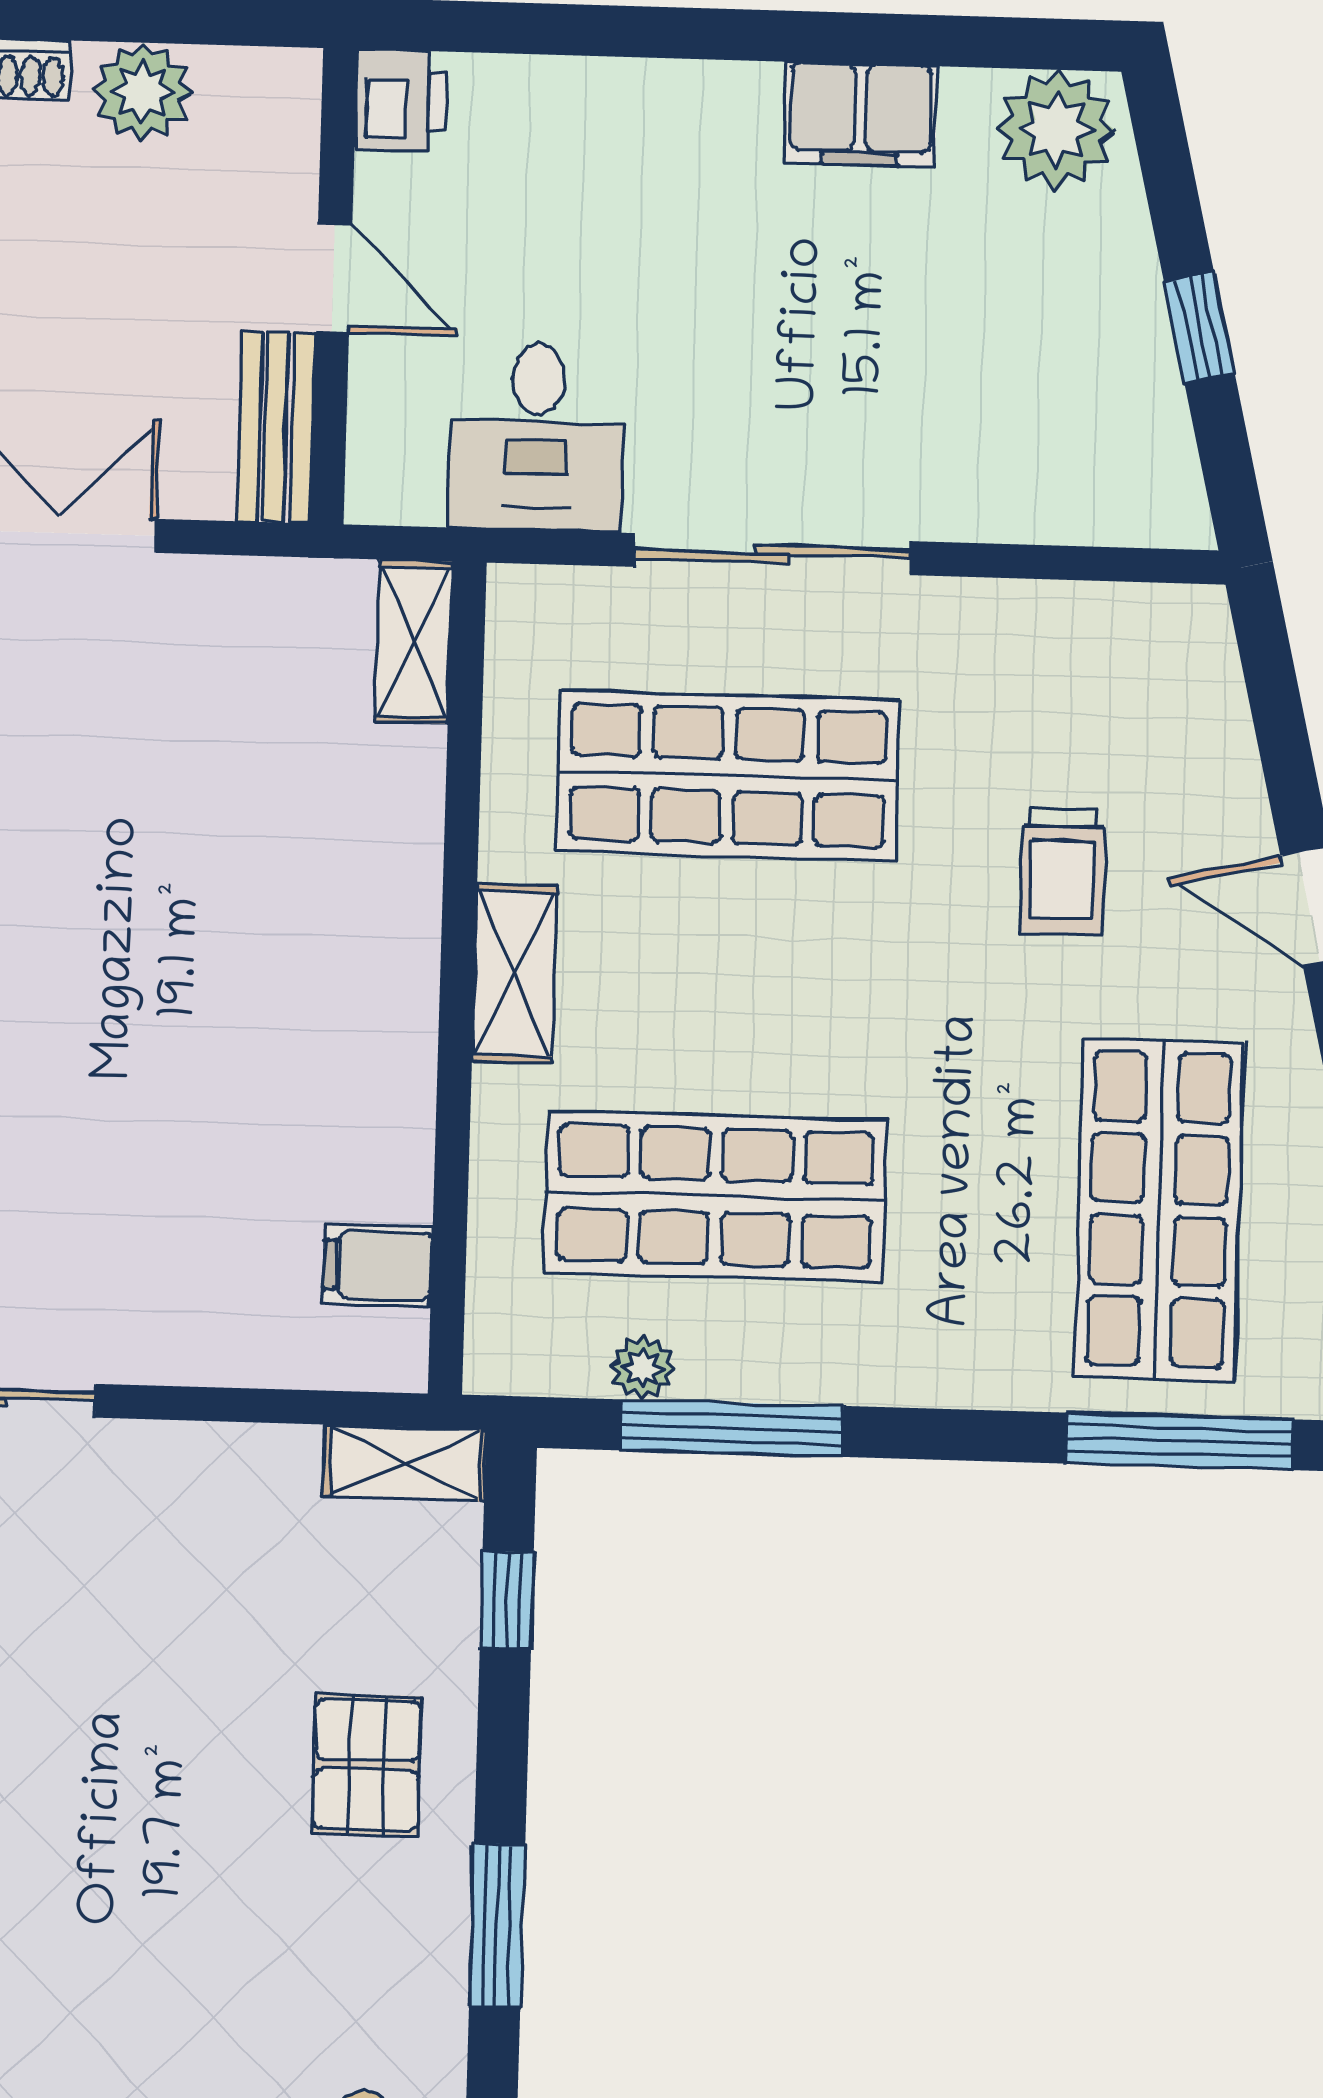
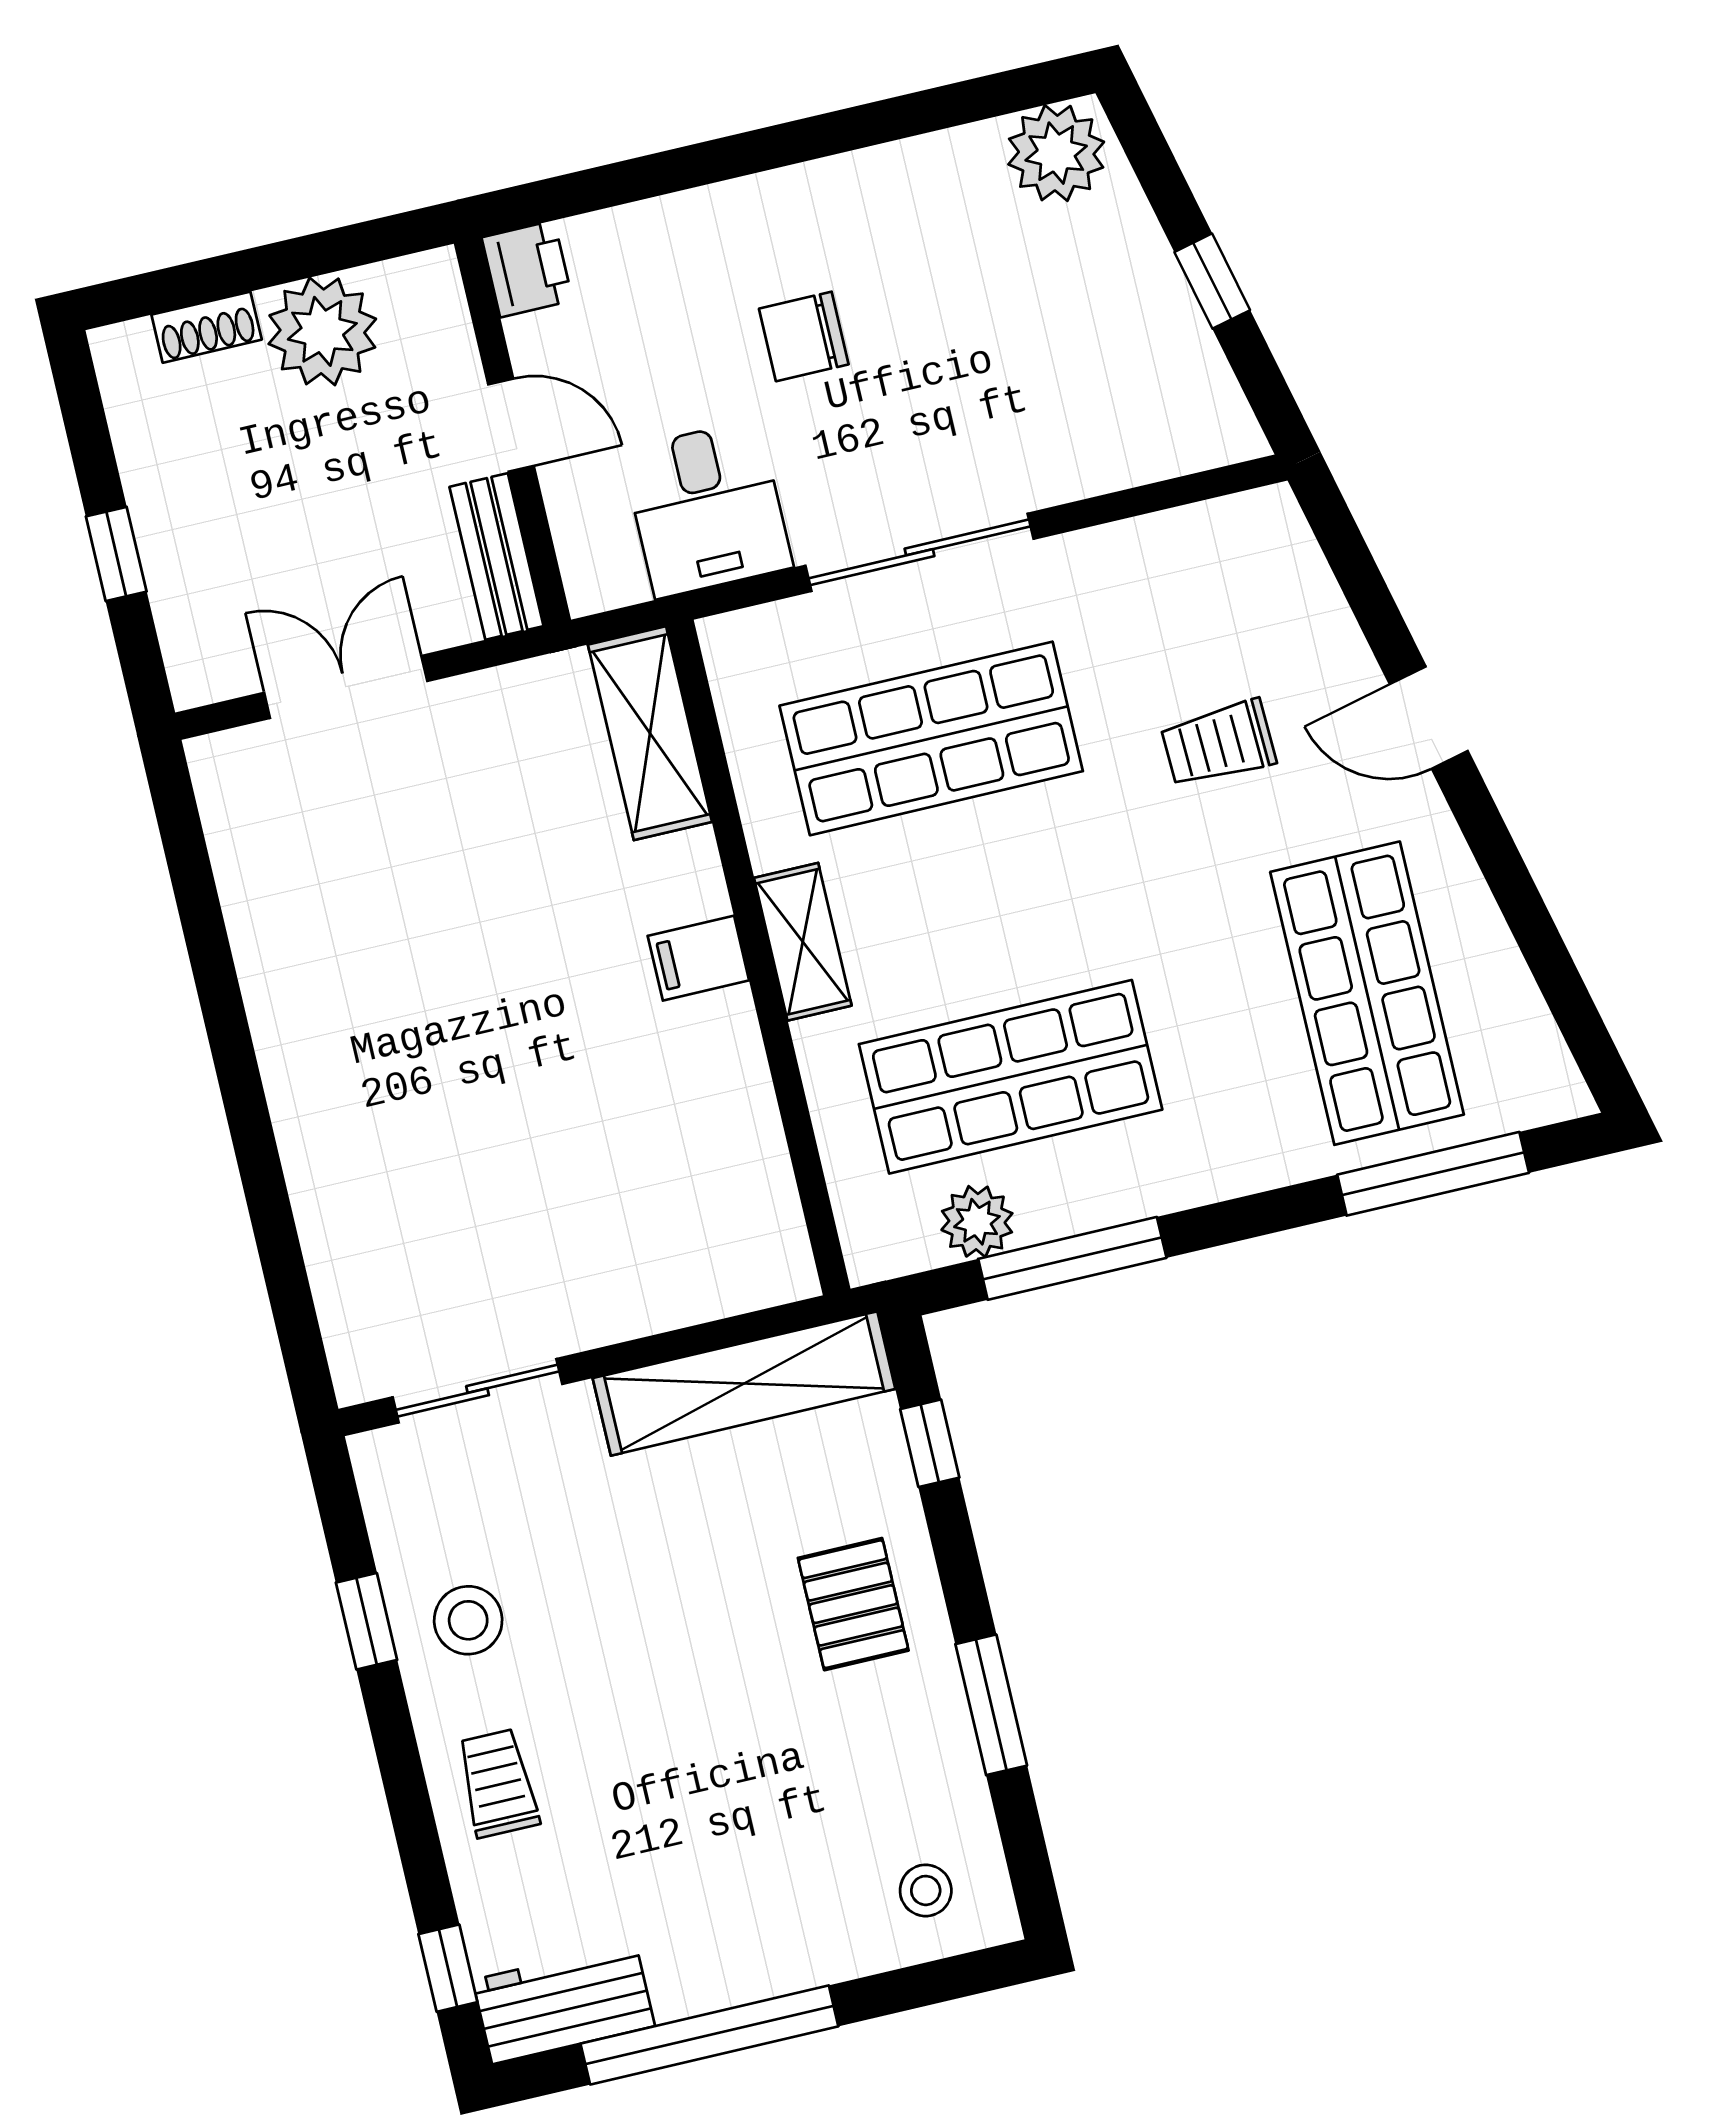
plant: (143, 92) -> (322, 331), width x1.36, depth x1.36
filing cabinet: (861, 114) -> (897, 183), removed
chair: (704, 265) -> (804, 336), added
shelving: (414, 642) -> (650, 733), width x1.50, depth x1.33
trolley: (1062, 871) -> (1218, 744), turned 88
filing cabinet: (378, 1265) -> (698, 958), moved
plant: (643, 1368) -> (977, 1222), width x1.38, depth x1.38
shelving: (405, 1463) -> (744, 1384), width x2.20, depth x1.33

